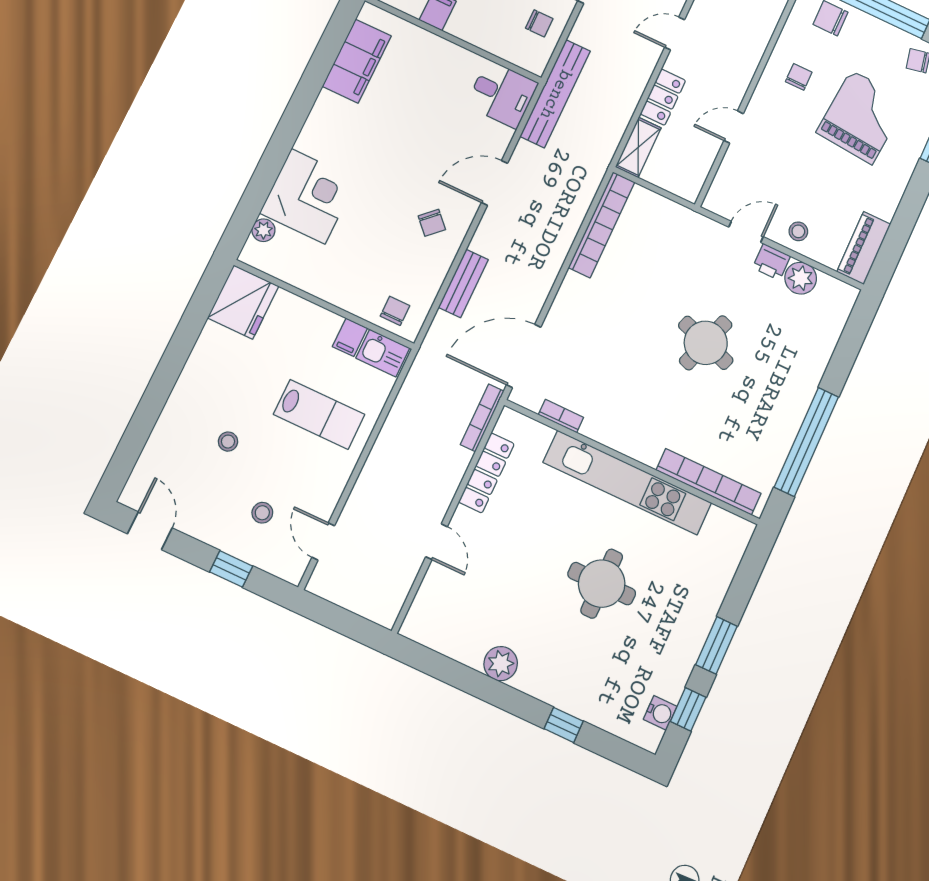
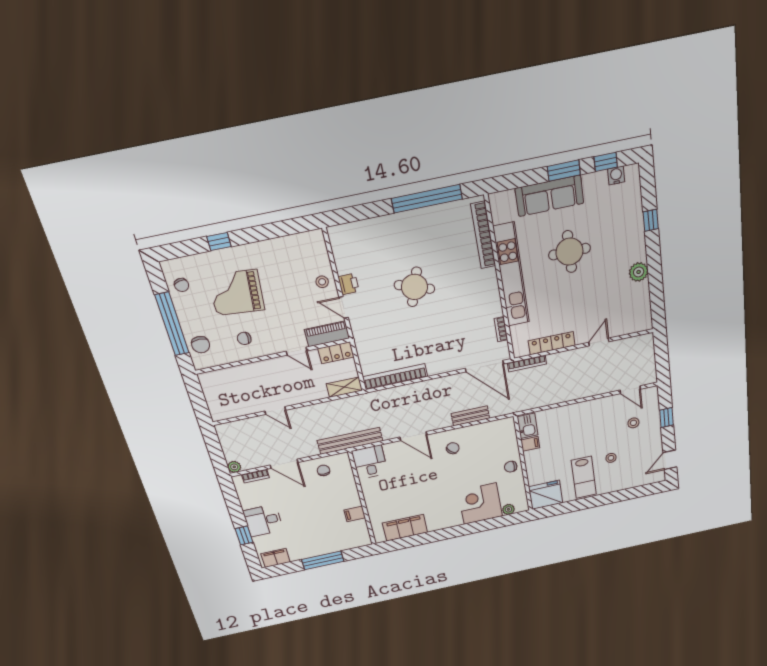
locker: (663, 97) -> (336, 353), moved, turned 180
piano: (864, 248) -> (327, 334), moved, turned 180
plant: (801, 278) -> (345, 263), removed
chair: (395, 311) -> (511, 467), moved
lab bench: (319, 414) -> (584, 477), moved, turned 180
door: (323, 541) -> (630, 390), hinge flipped
sofa: (697, 605) -> (549, 196), added

